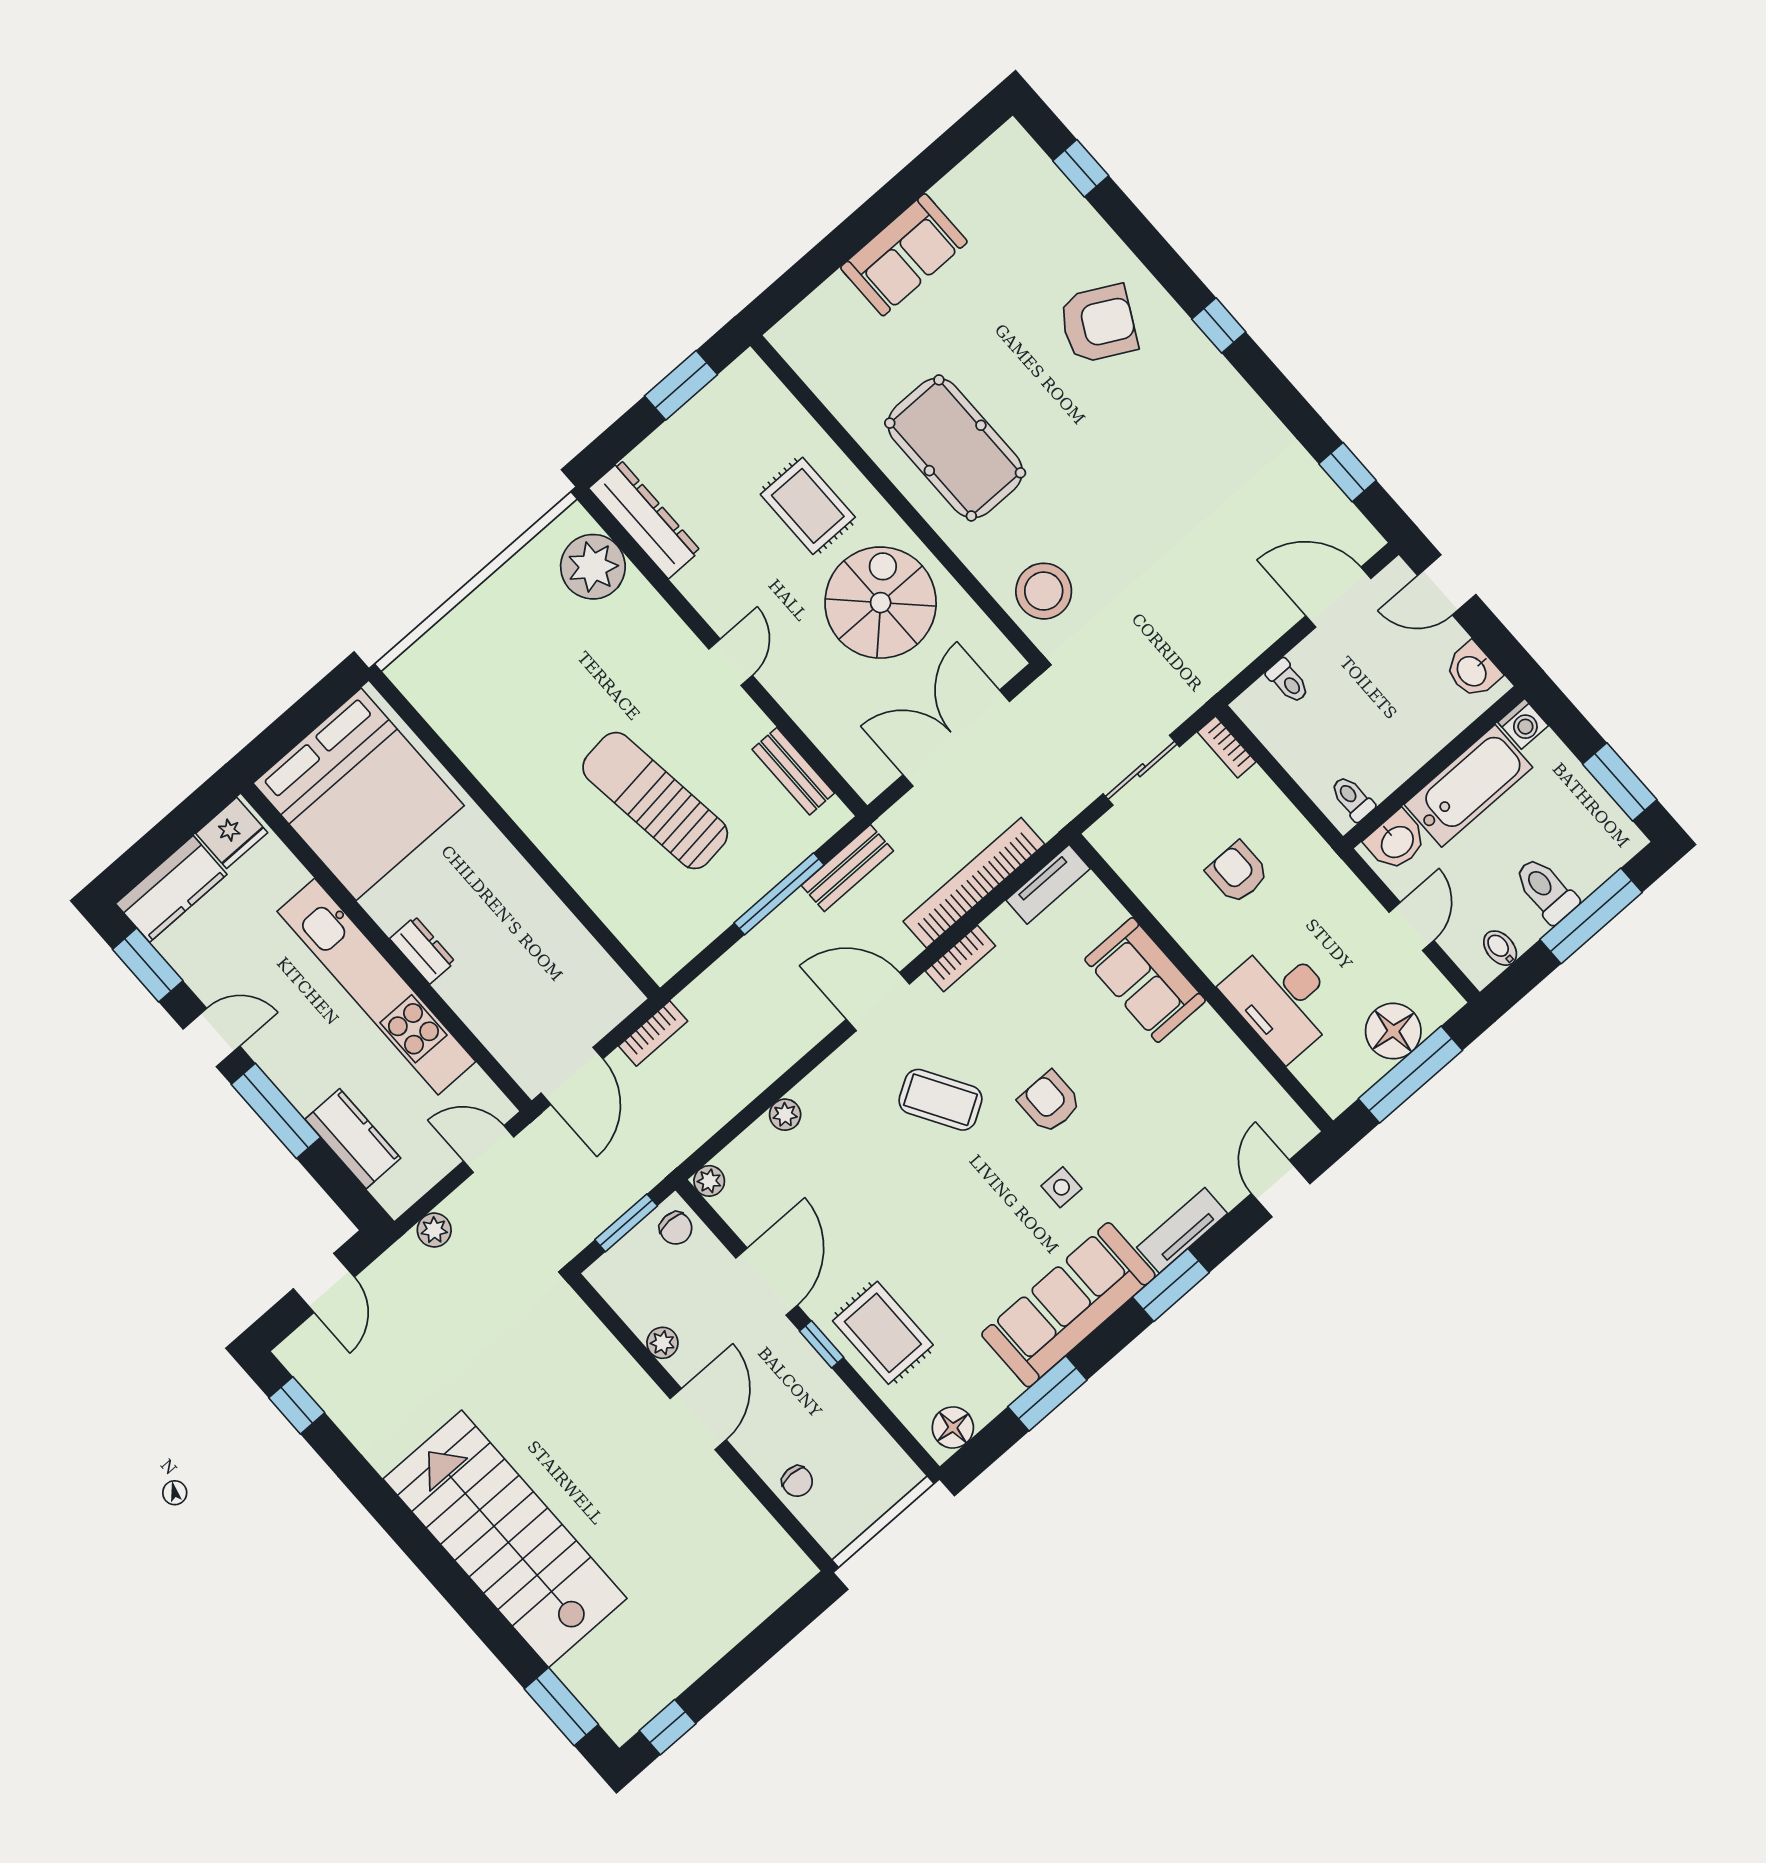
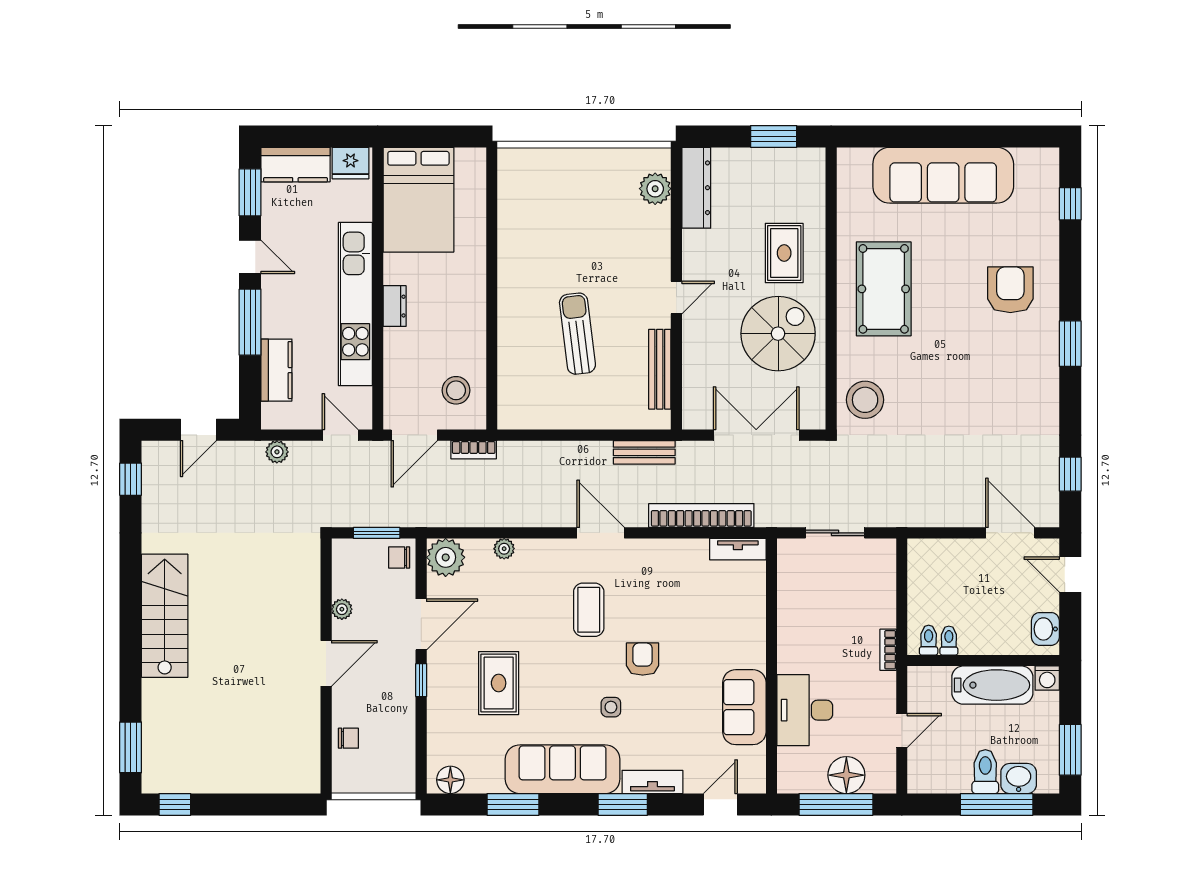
sofa: (904, 255) -> (943, 175), width x1.85, depth x1.27
armchair: (1098, 324) -> (1010, 290), turned -118
window: (1219, 325) -> (1070, 344), width x1.50
plant: (593, 567) -> (655, 189), width x0.73, depth x0.73
toilet: (1288, 681) -> (949, 641), moved, turned 180
bookcase: (1227, 747) -> (888, 650), moved
bench: (793, 771) -> (660, 369), width x1.36
bed: (359, 794) -> (418, 200), width x0.73
sun lounger: (655, 801) -> (577, 334), width x0.73, depth x0.75
washbasin: (1396, 841) -> (1019, 779), moved, turned 180
armchair: (1237, 873) -> (838, 627), removed
window: (779, 894) -> (599, 435), removed
bidet: (1500, 948) -> (937, 781), removed
bookcase: (960, 958) -> (661, 548), removed
sofa: (1145, 980) -> (744, 707), moved
stool: (575, 984) -> (456, 390), added
coffee table: (940, 1100) -> (589, 610), turned 31
plant: (709, 1181) -> (446, 557), width x1.88, depth x1.88
chair: (676, 1228) -> (399, 557), turned 90
rug: (883, 1333) -> (499, 683), moved
chair: (797, 1481) -> (348, 738), turned -90
stairs: (505, 1539) -> (165, 616), width x0.73, depth x0.66

